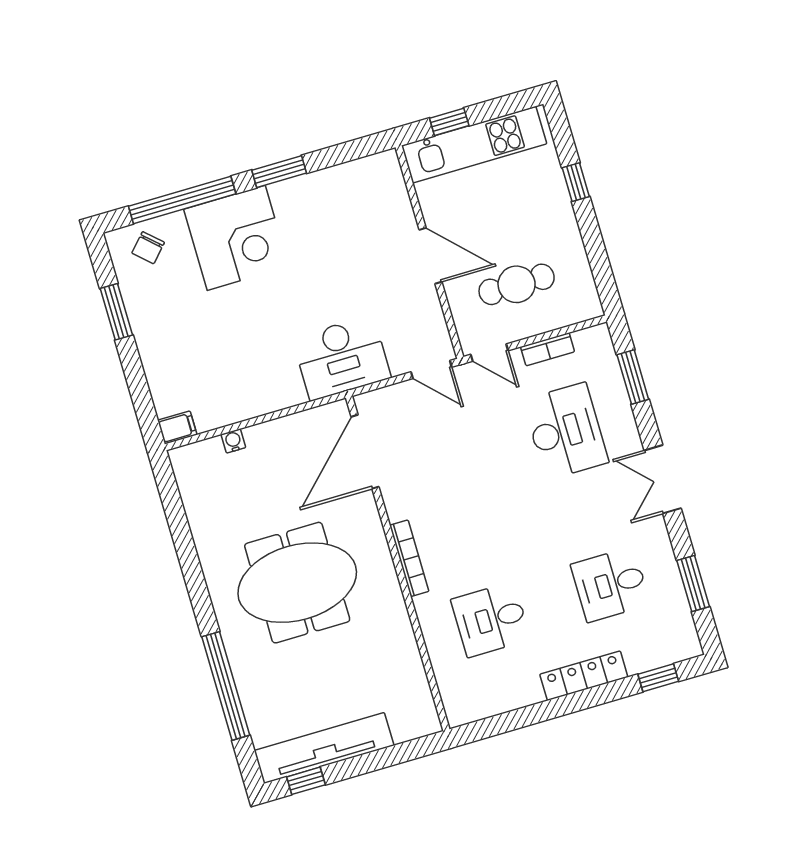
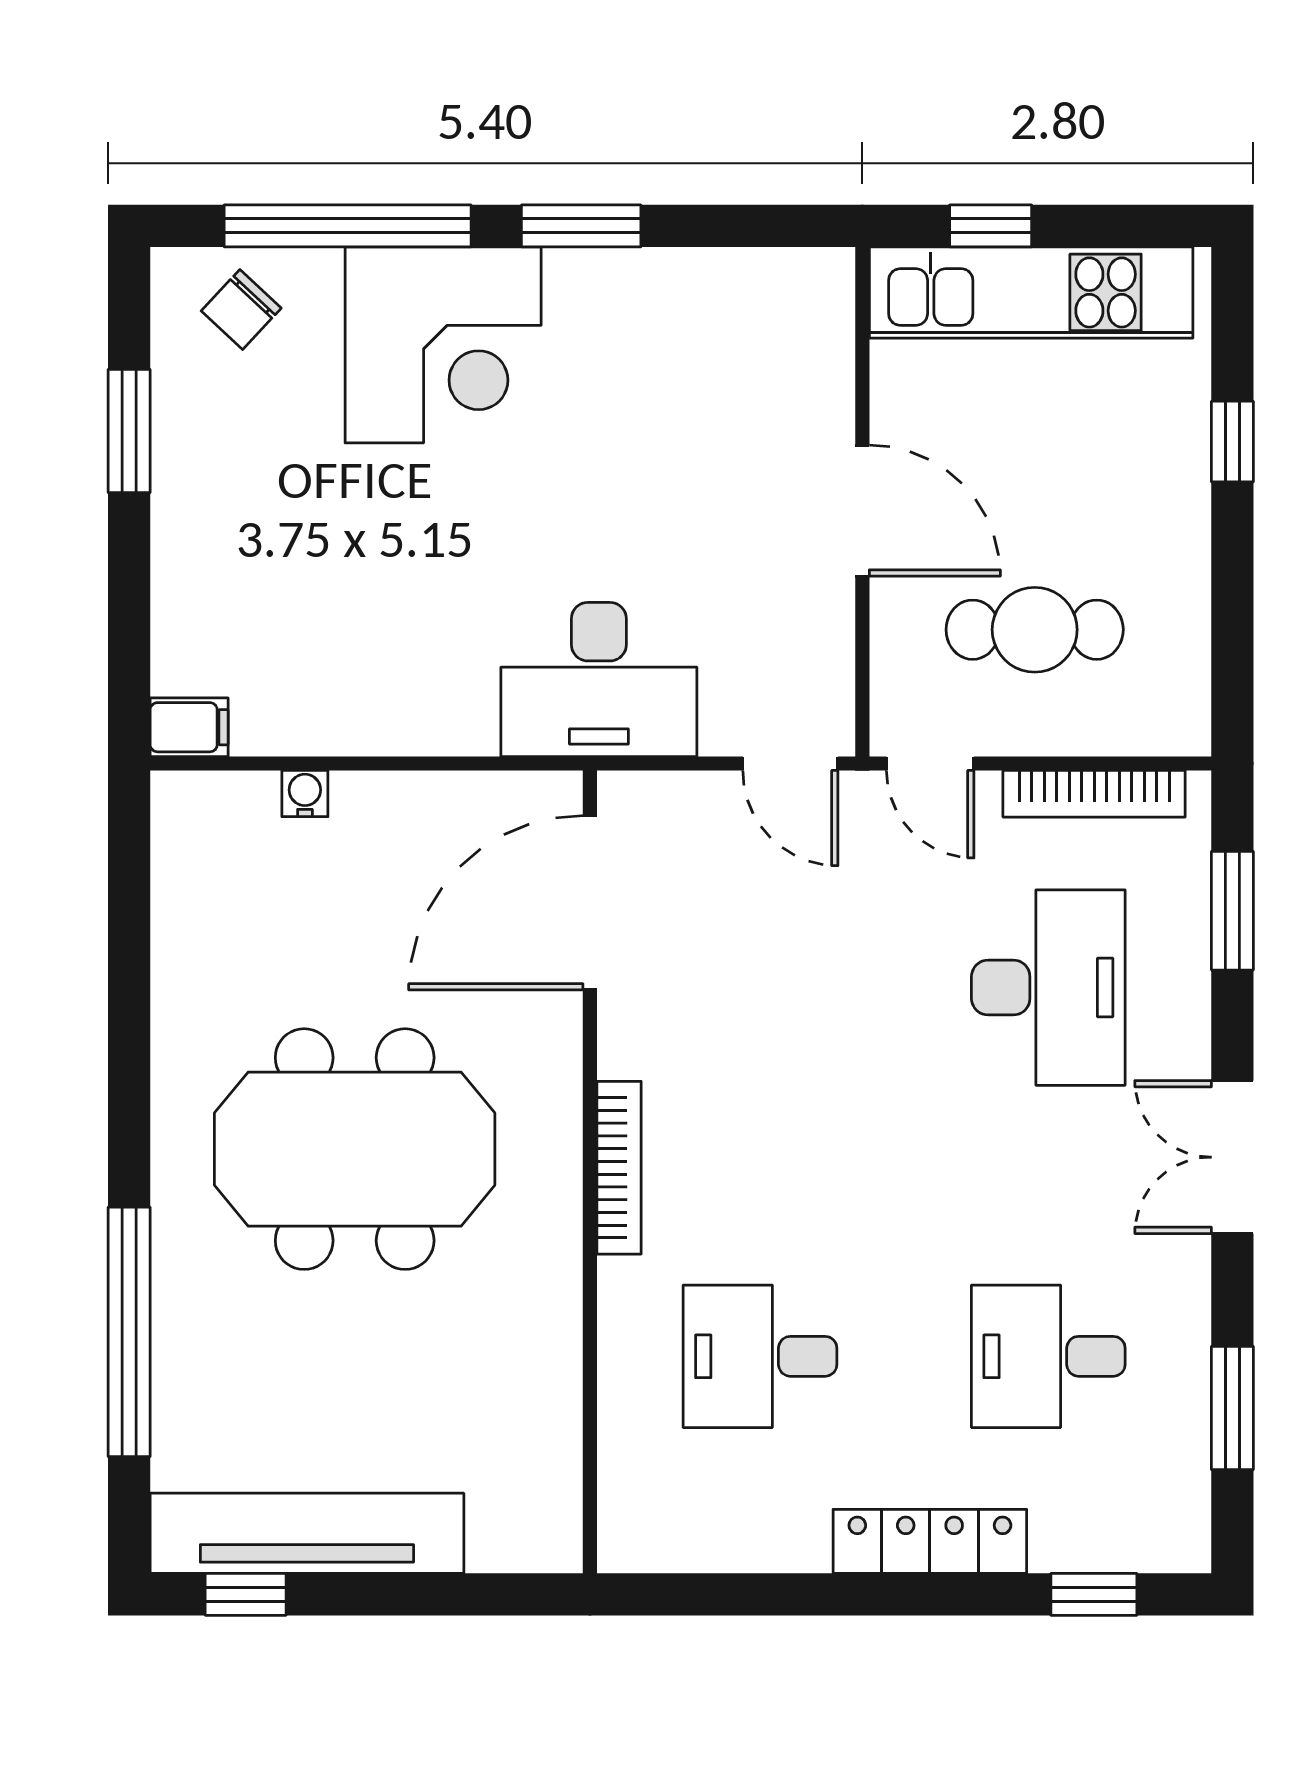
bookcase: (548, 349) -> (1094, 794), width x1.56

